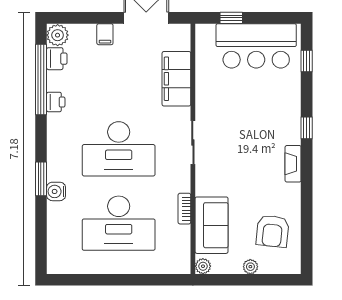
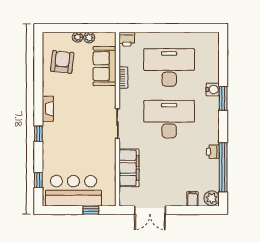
filing cabinet: (105, 34) -> (192, 199), moved
printer: (57, 59) -> (127, 39), moved, turned -90
plant: (203, 266) -> (89, 38), moved

